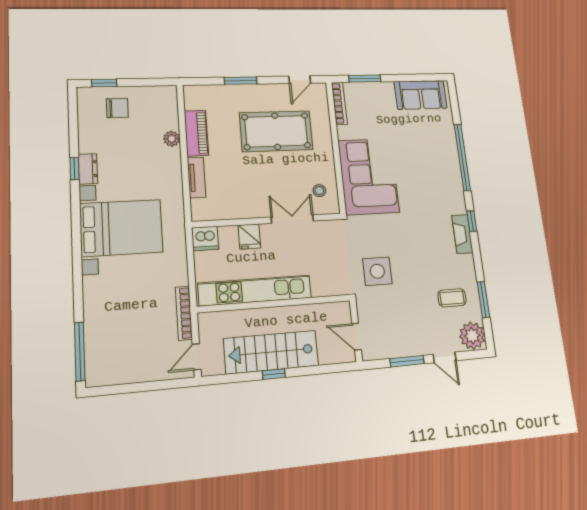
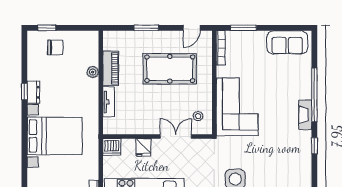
fireplace: (462, 234) -> (305, 115), moved

